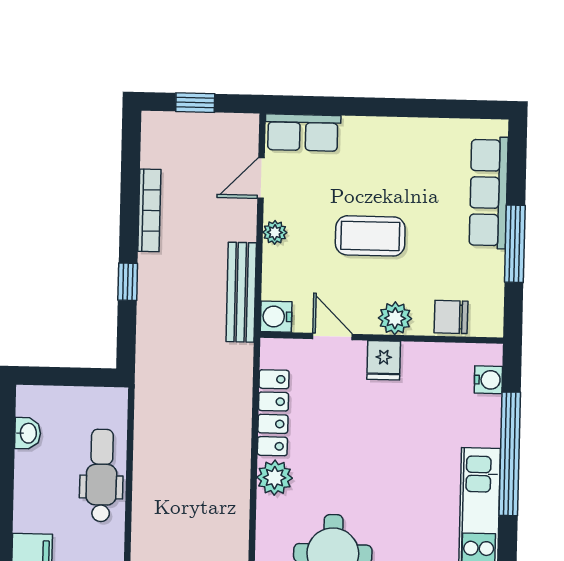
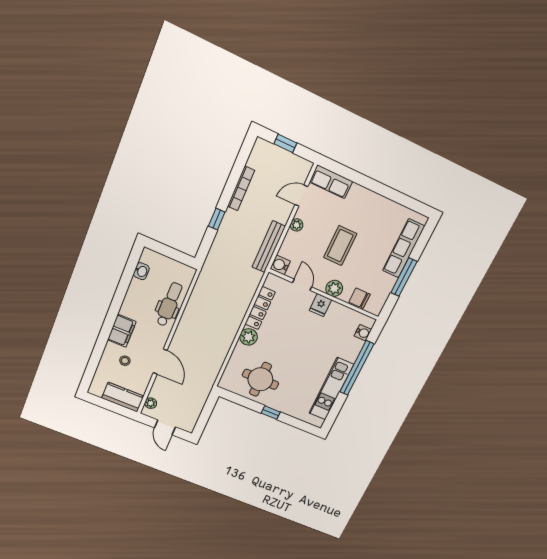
coffee table: (370, 236) -> (340, 246), turned 90

